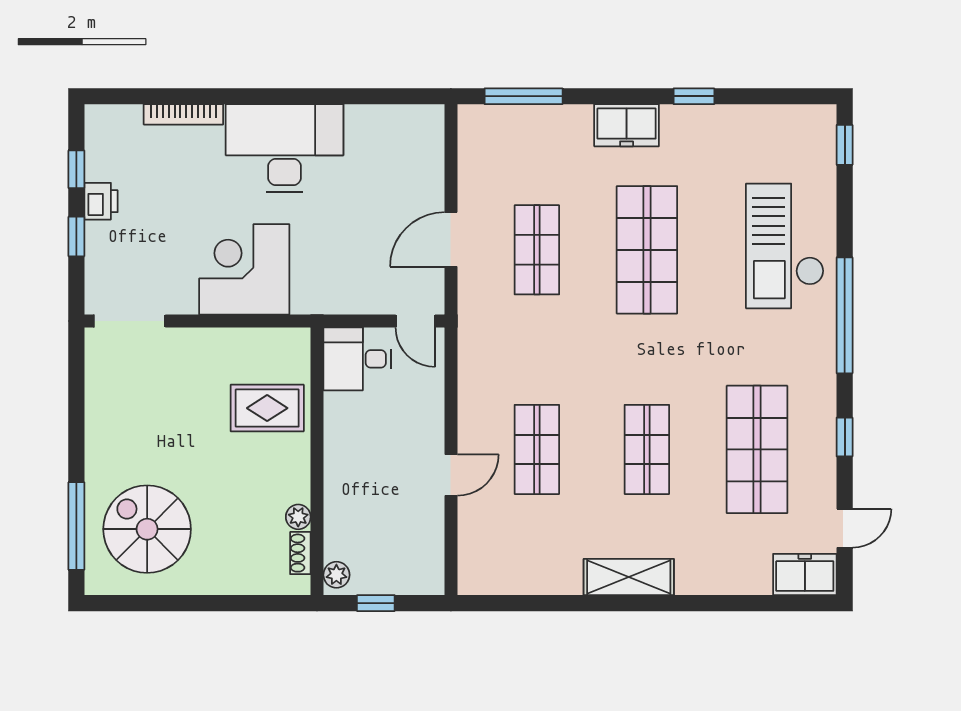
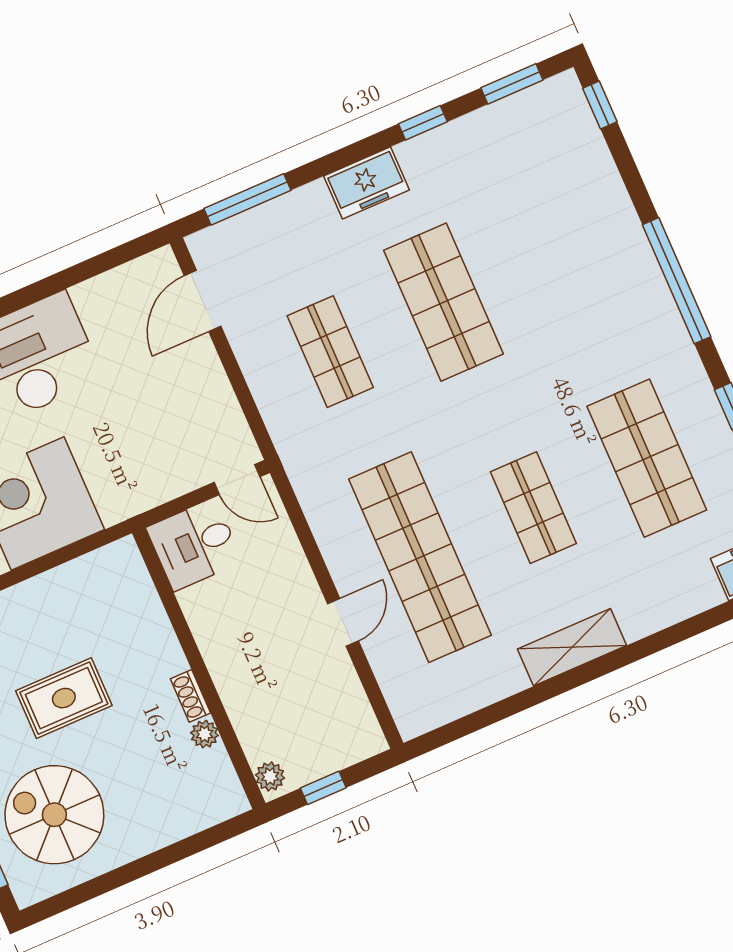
window: (780, 96) -> (512, 84), added
door: (451, 239) -> (203, 301), moved
checkout: (785, 246) -> (584, 236), removed
rug: (267, 408) -> (64, 698), moved
shop shelf: (537, 449) -> (420, 557), width x2.00, depth x1.36
shoe rack: (300, 553) -> (191, 696), moved

